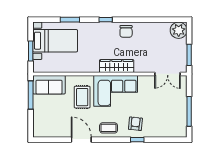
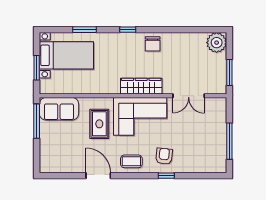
double door: (168, 74) -> (189, 96), moved

